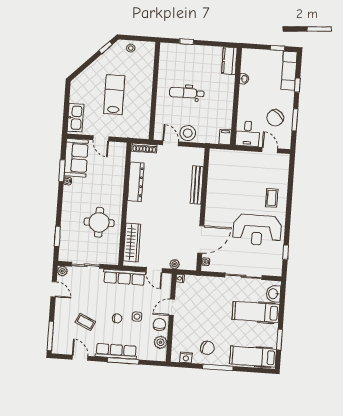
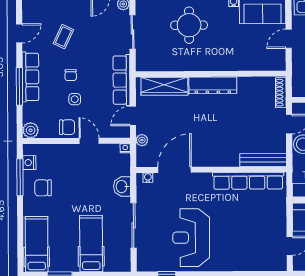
row of seats: (214, 180) -> (248, 181), added
dresser: (136, 182) -> (213, 85), moved
bench: (197, 185) -> (263, 160), moved
coffee table: (272, 198) -> (232, 252), removed
round table: (99, 222) -> (189, 25), moved
door: (201, 239) -> (175, 170), swing flipped
washbasin: (273, 294) -> (122, 187), moved, turned -90
plant: (161, 342) -> (31, 130), moved
chair: (207, 348) -> (43, 188), turned 70
window: (218, 367) -> (20, 177), moved

